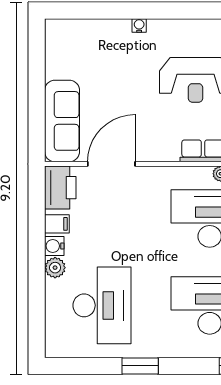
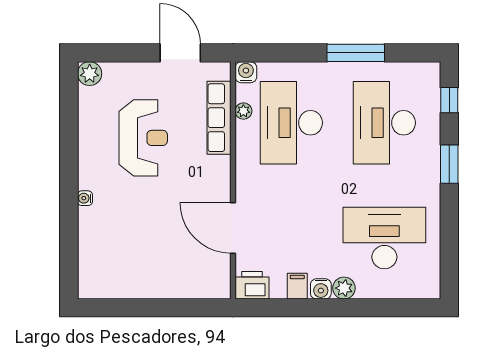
sofa: (62, 121) -> (187, 281), removed
printer: (60, 188) -> (252, 285), width x0.73, depth x0.84
window: (140, 366) -> (449, 164), moved

